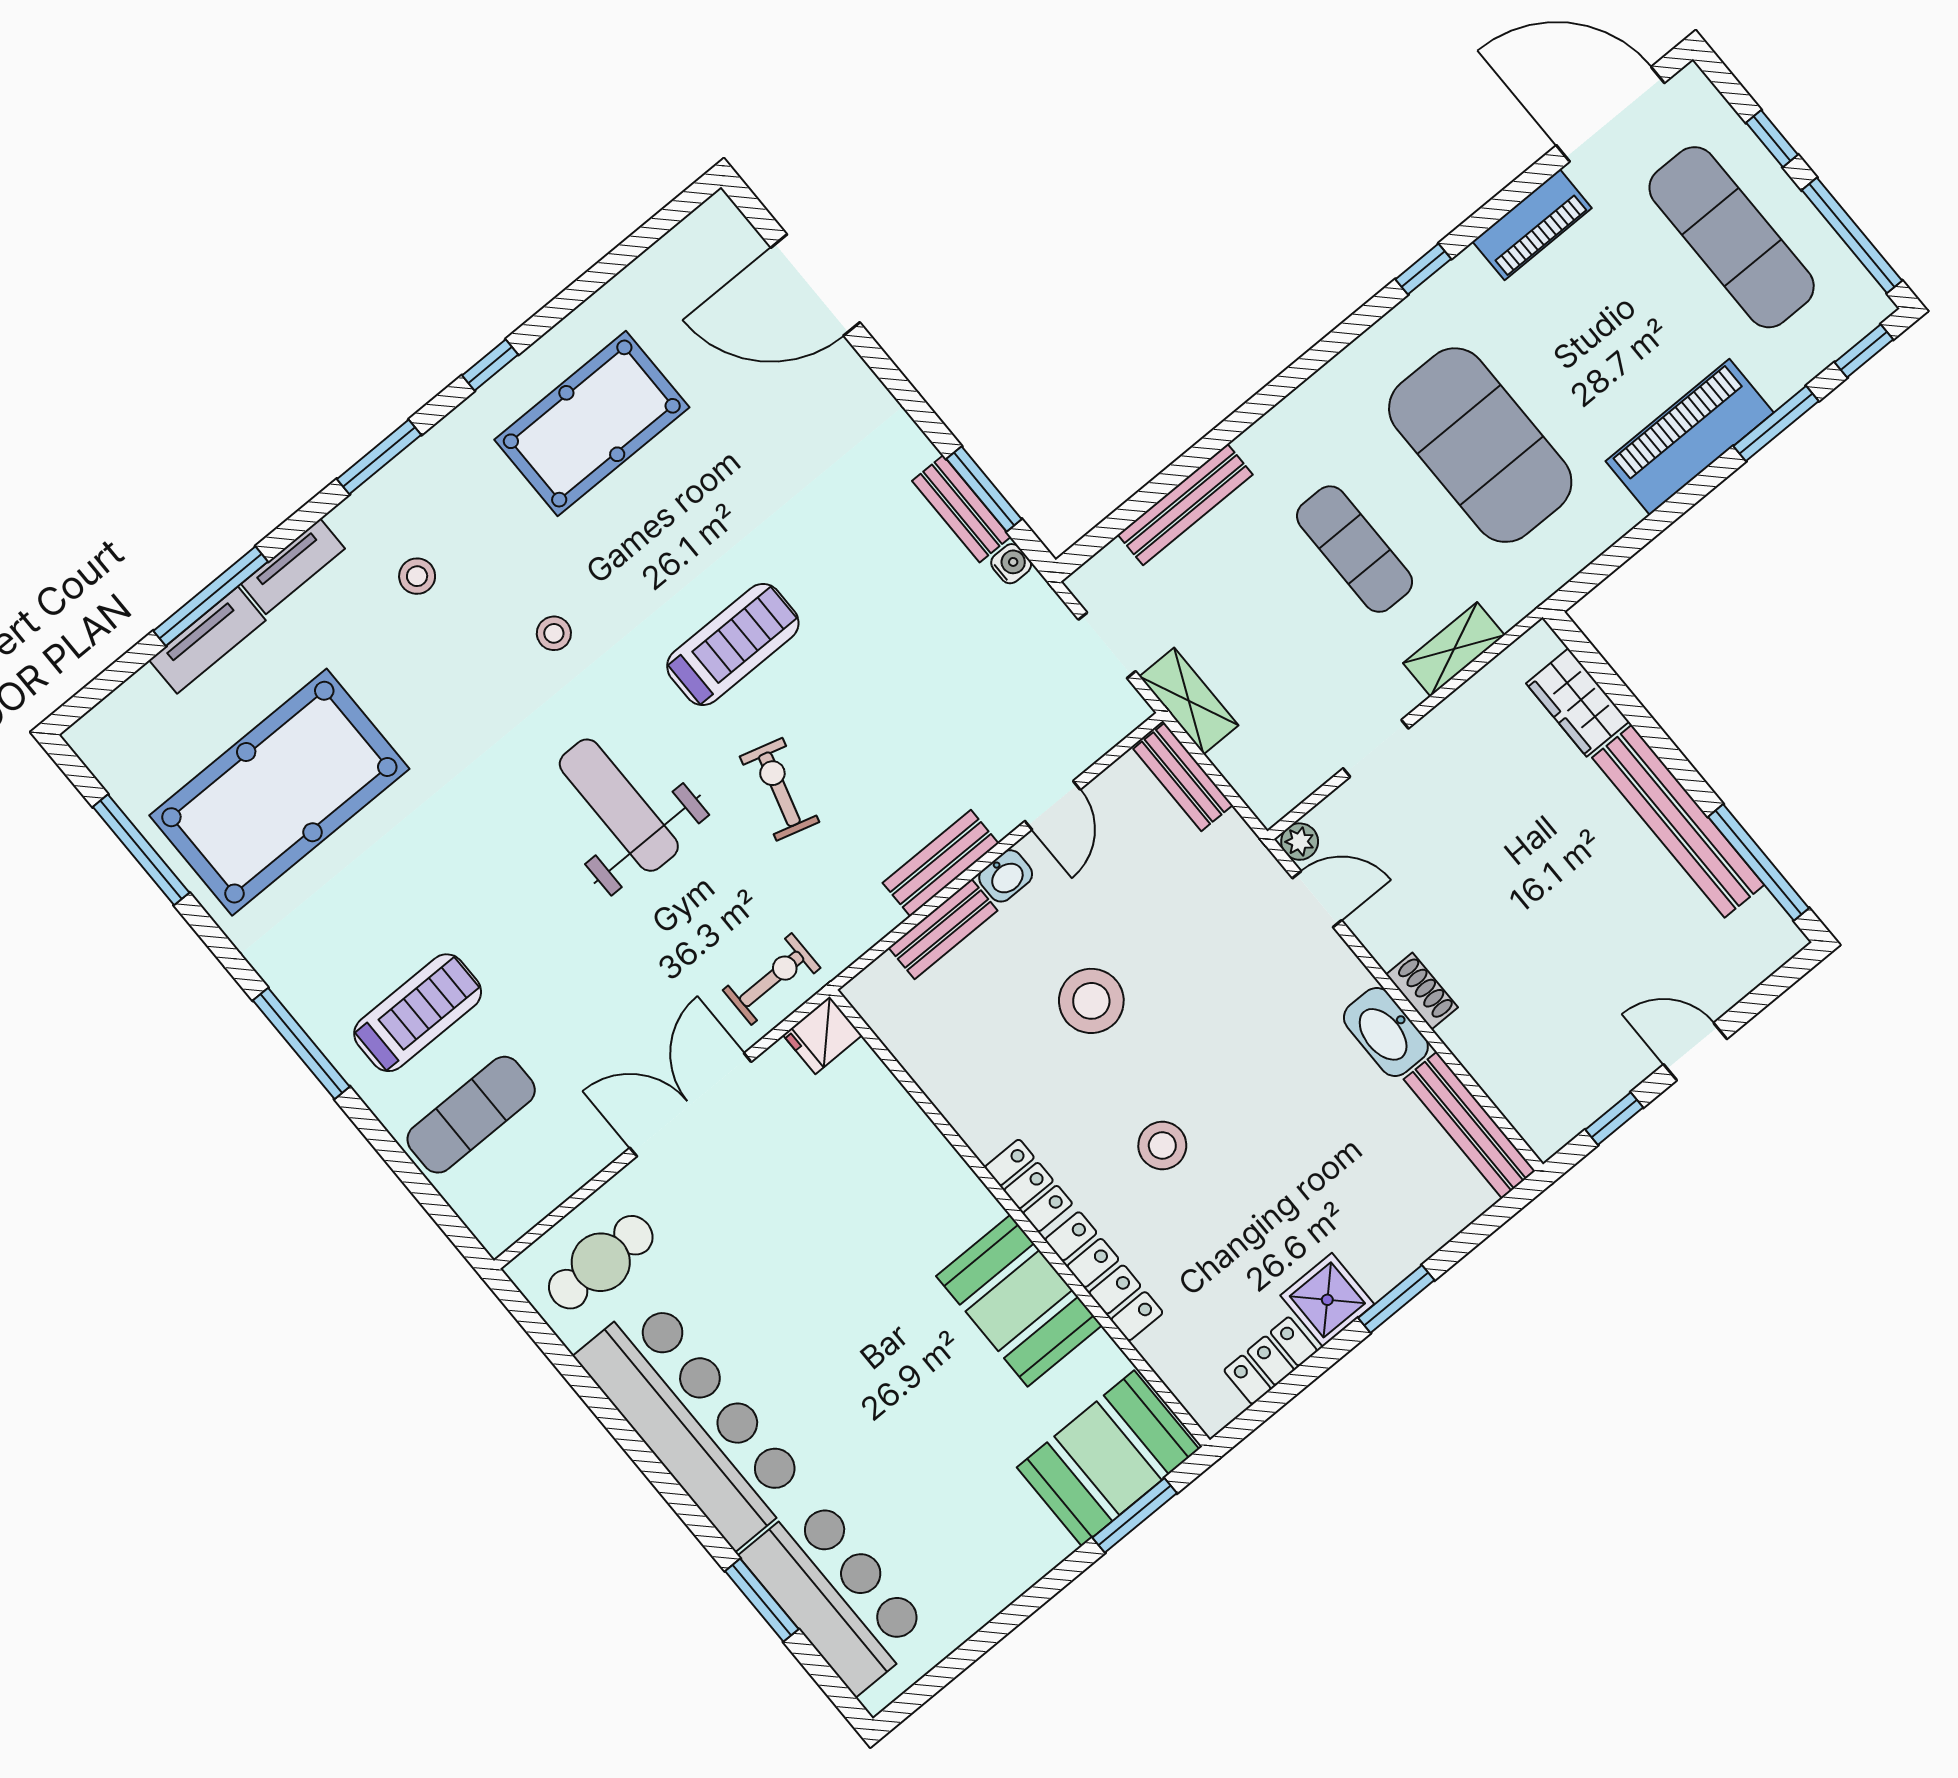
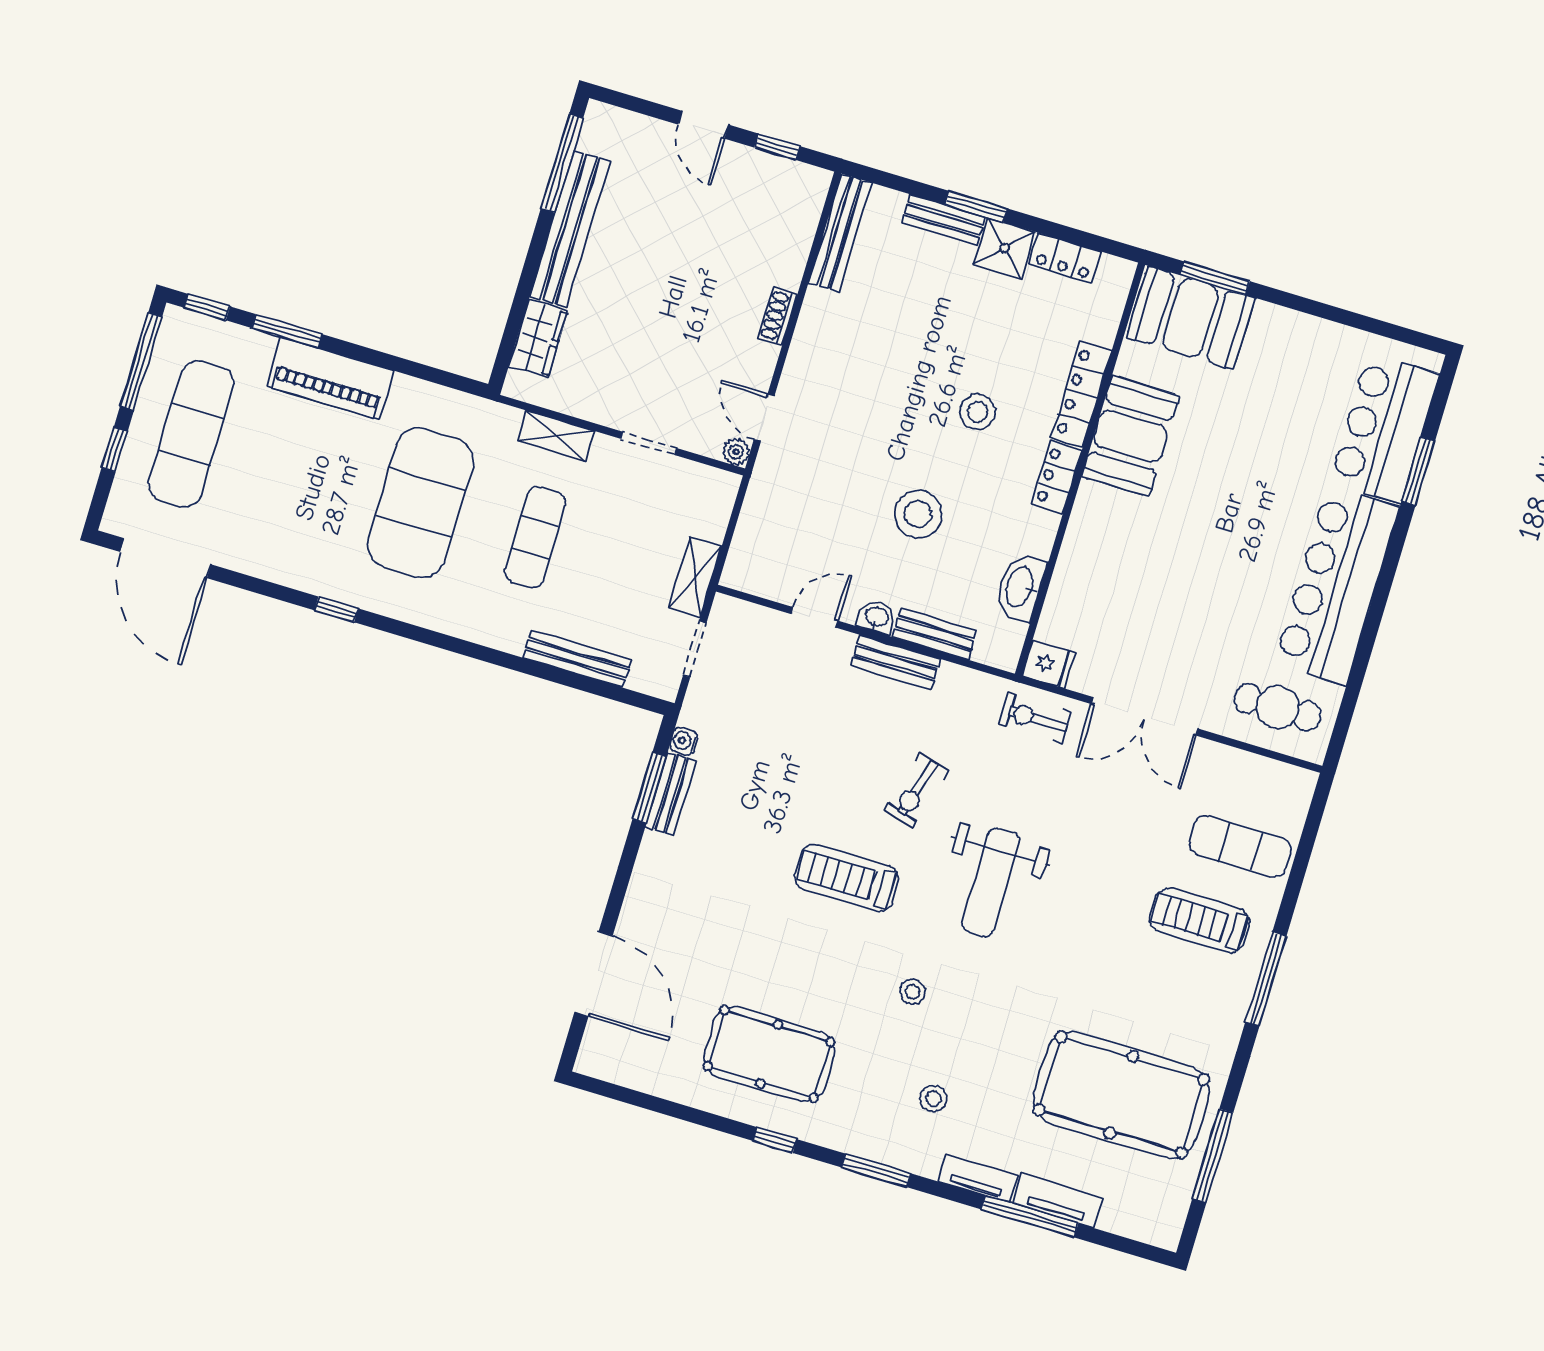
piano: (1532, 225) -> (265, 561), removed
bench: (1183, 777) -> (943, 220), moved, turned 90
washbasin: (1386, 1032) -> (1020, 587), moved, turned 180

